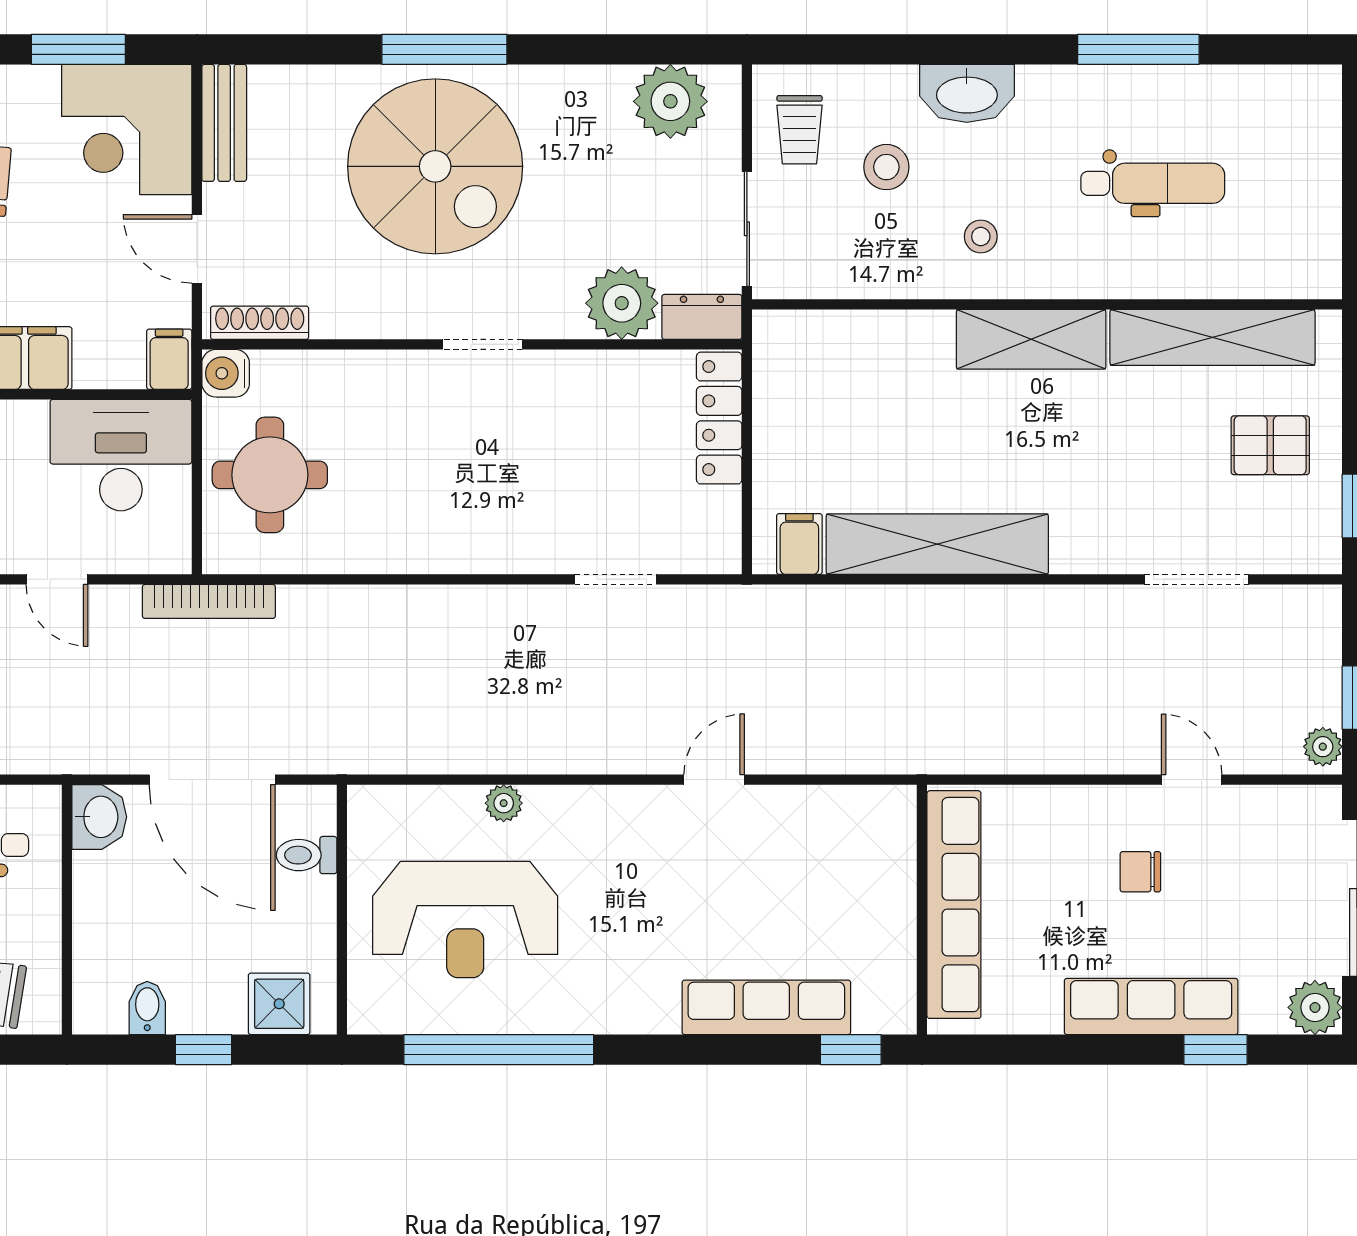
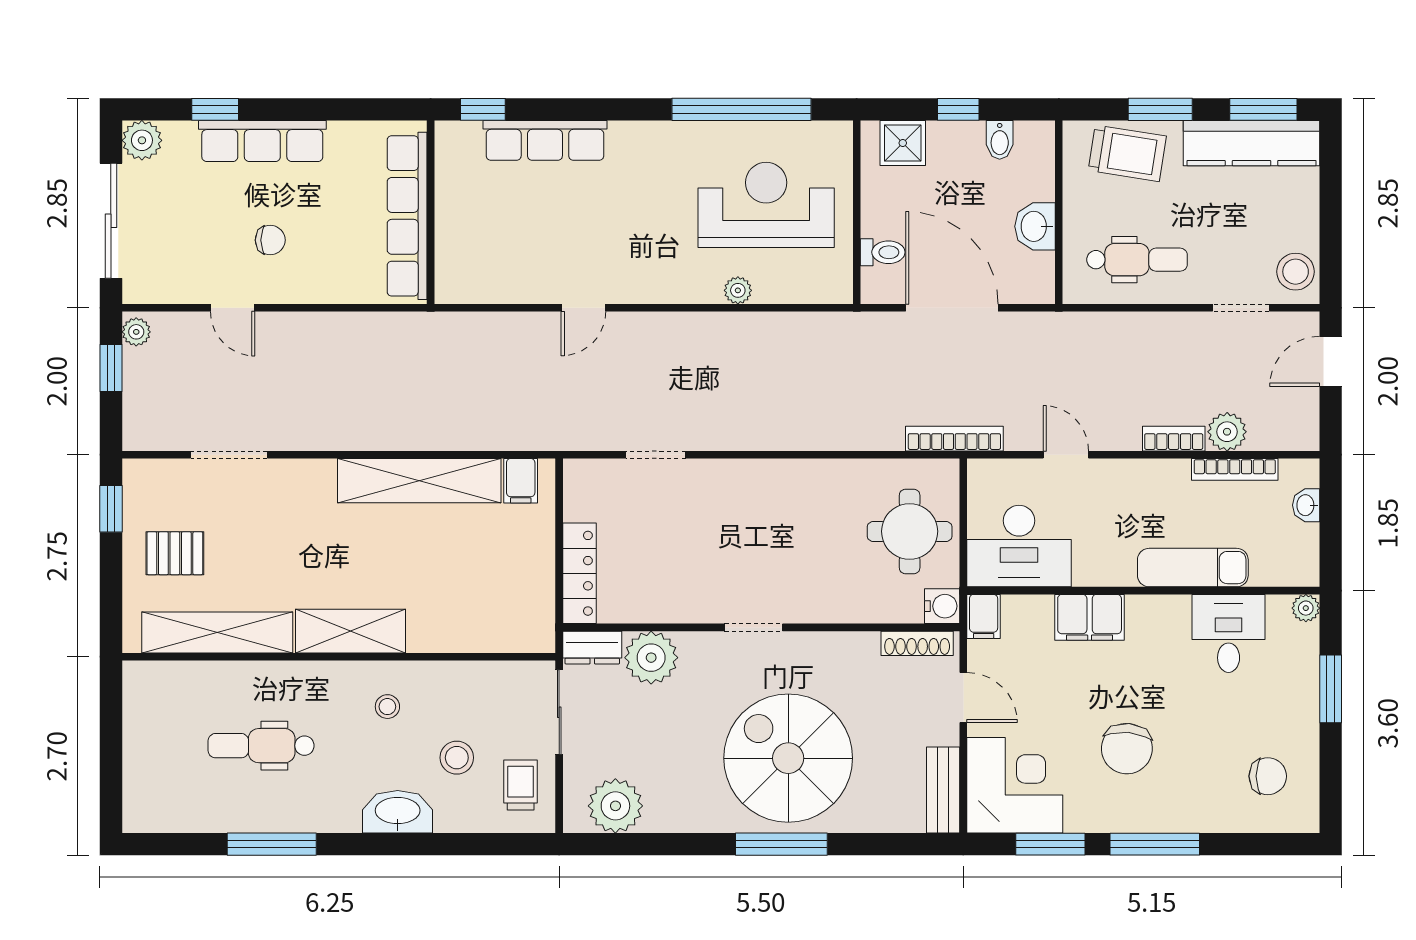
washbasin: (99, 817) -> (1035, 226), moved

